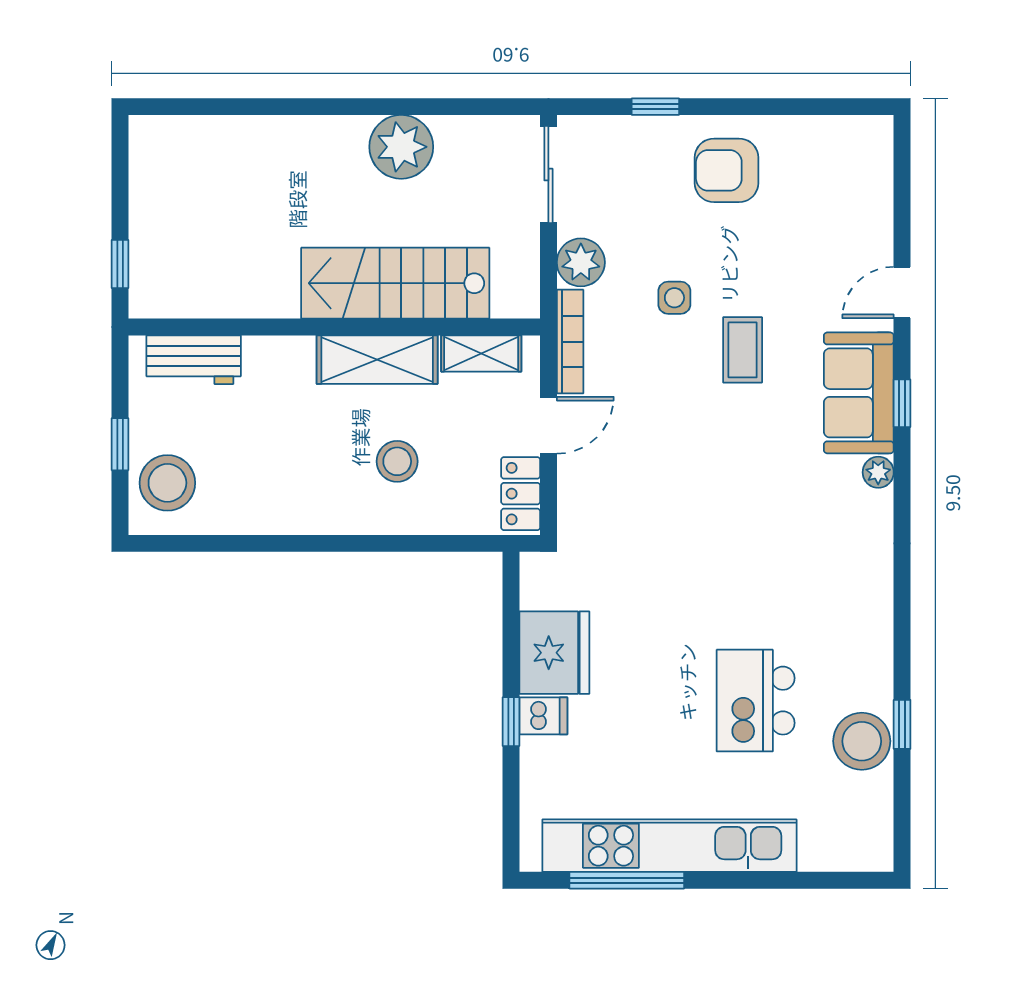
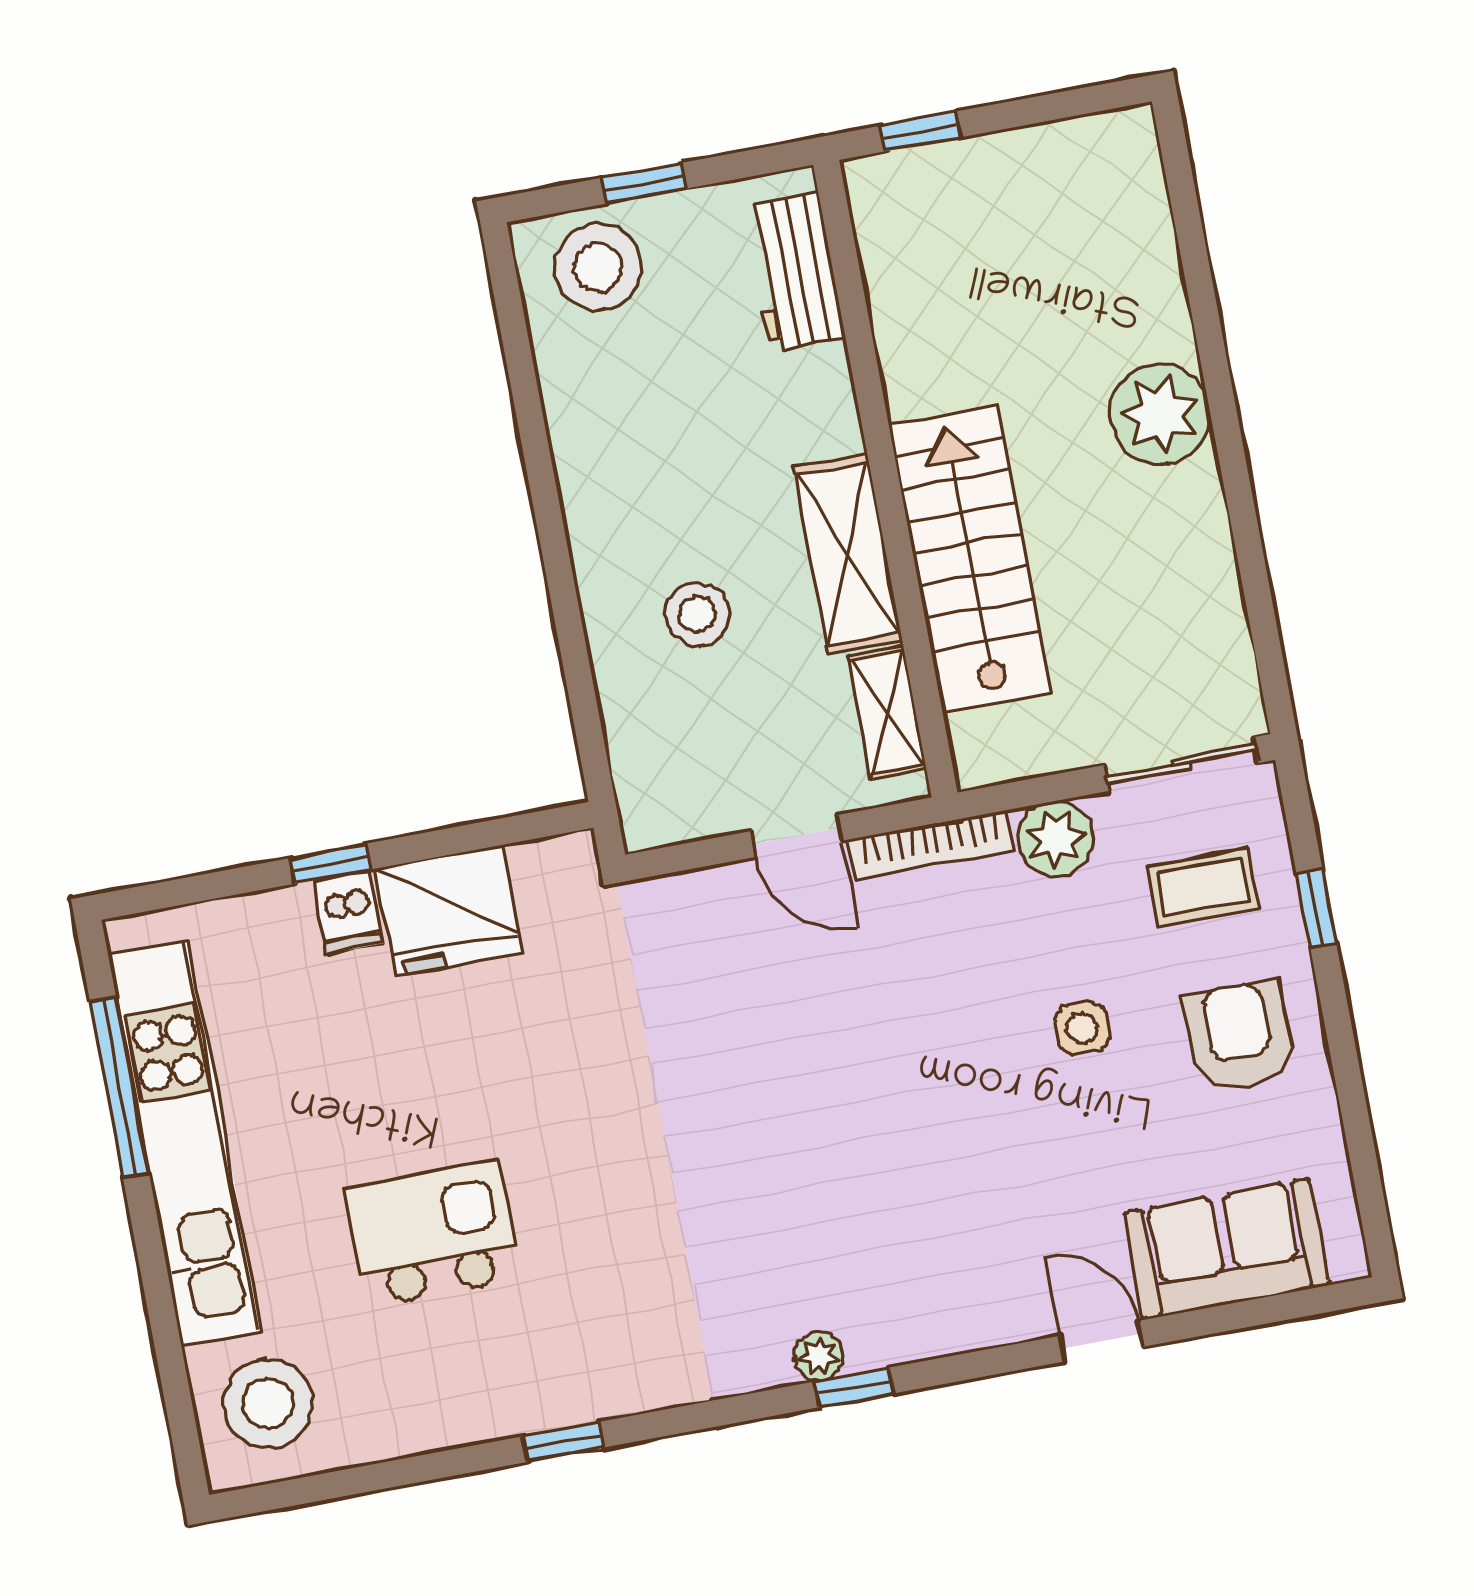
plant: (401, 147) -> (1160, 414), moved
side table: (674, 298) -> (1082, 1028), moved
coffee table: (743, 350) -> (1203, 887), moved
sofa: (859, 393) -> (1226, 1249), moved
window: (902, 403) -> (855, 1387), moved
locker: (521, 494) -> (683, 813), removed
window: (902, 724) -> (564, 1442), moved
stool: (862, 741) -> (268, 1403), moved

